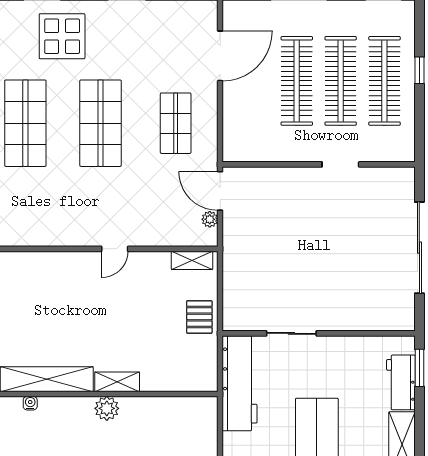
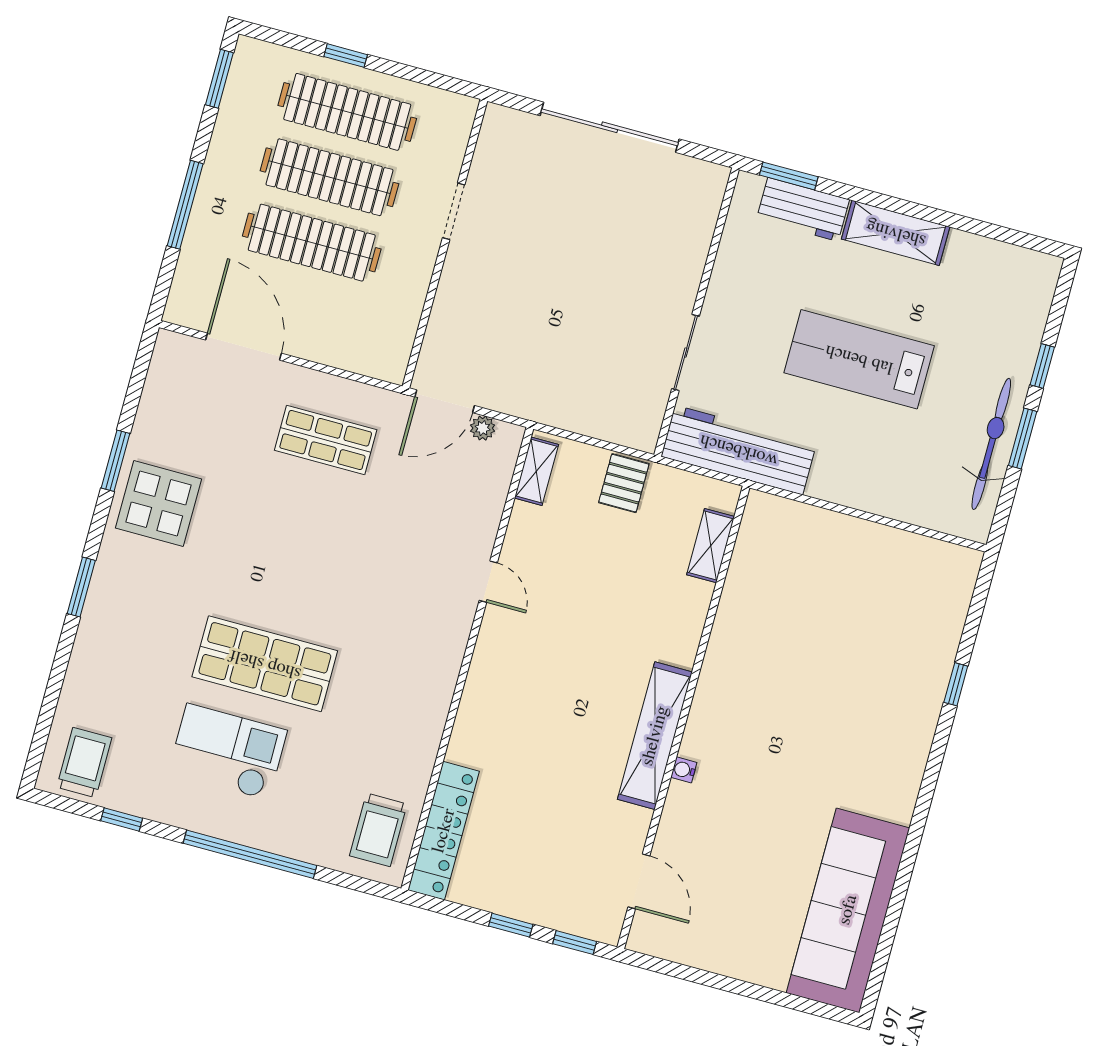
display table: (62, 36) -> (158, 503), moved
shop shelf: (101, 123) -> (295, 552), removed
pallet: (199, 317) -> (624, 483), turned 90
shelving: (117, 382) -> (711, 546), moved
plant: (107, 408) -> (723, 658), removed

